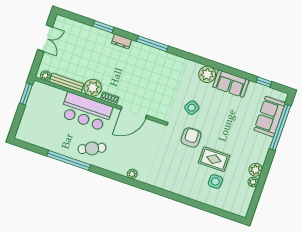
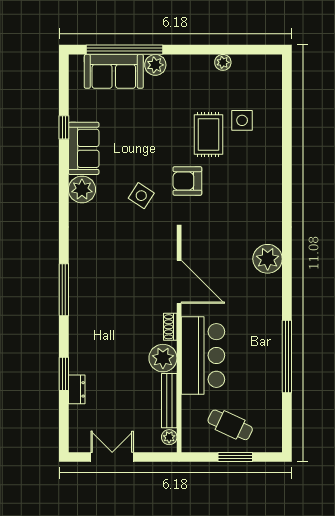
dresser: (121, 41) -> (77, 389), moved
window: (264, 82) -> (64, 127), moved
window: (26, 94) -> (235, 457), moved
cafe table: (92, 148) -> (230, 425), moved, turned -42
plant: (256, 170) -> (155, 65), moved
plant: (132, 174) -> (268, 259), width x1.88, depth x1.88

